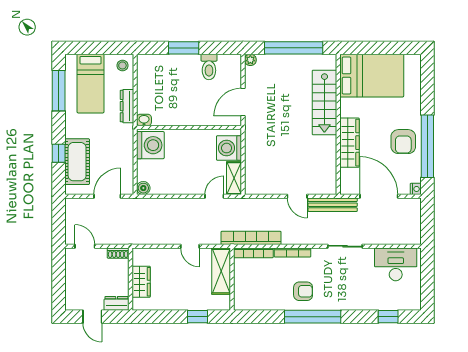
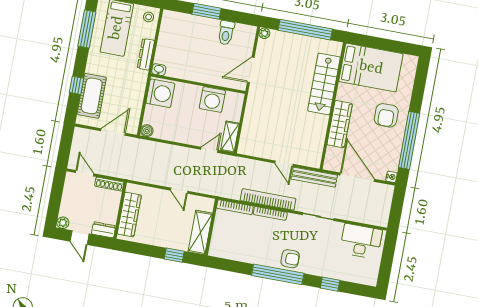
armchair: (403, 142) -> (386, 115), moved
washing machine: (229, 148) -> (212, 99), moved, turned -90
bookcase: (251, 238) -> (268, 199), moved
shoe rack: (118, 253) -> (109, 184), width x1.43
shelving: (221, 271) -> (200, 233), moved
wardrobe: (141, 282) -> (129, 214), width x1.50
armchair: (303, 291) -> (290, 259), moved
plant: (71, 304) -> (63, 223), added
window: (388, 317) -> (330, 284), moved

